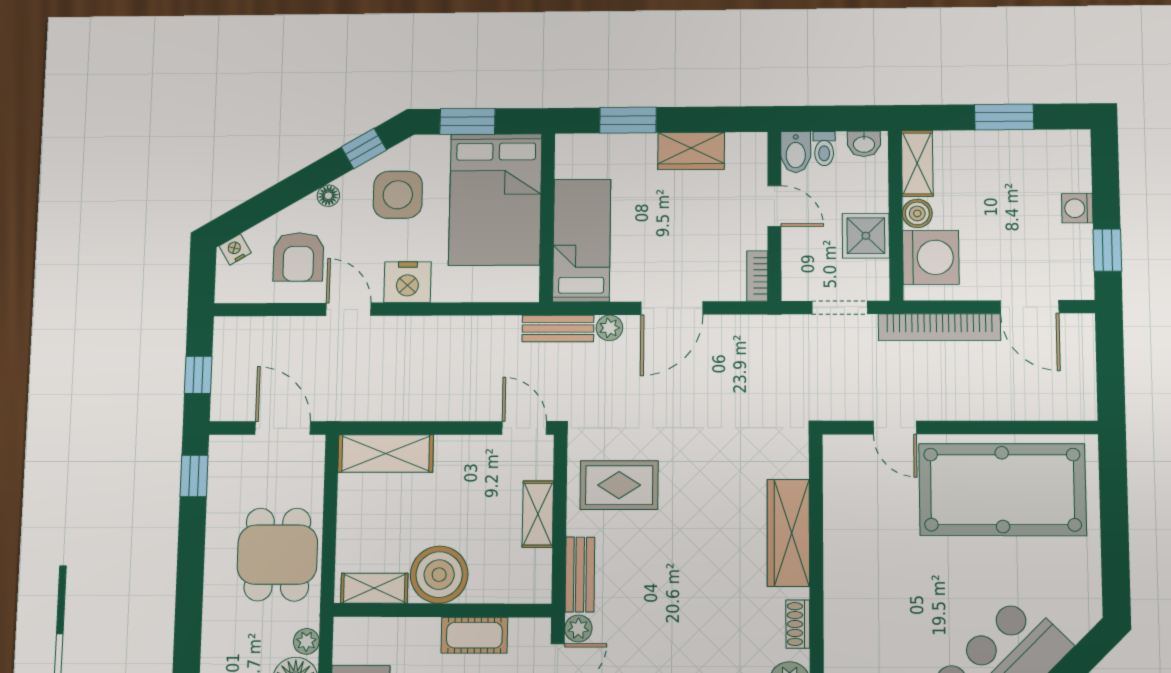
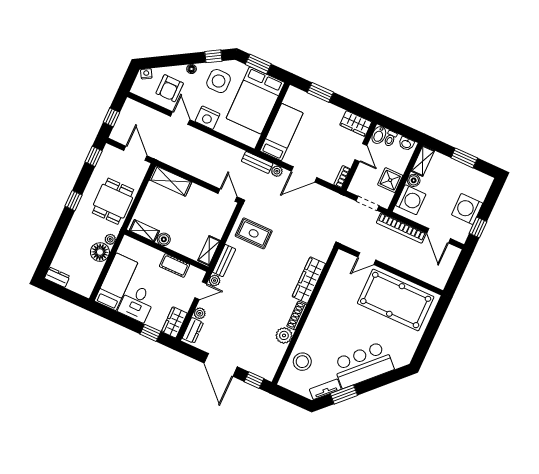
wardrobe: (691, 151) -> (356, 124), moved
washing machine: (1077, 208) -> (467, 209), width x1.89, depth x1.89
door: (895, 428) -> (367, 259), hinge flipped
shelving: (538, 514) -> (209, 251), moved
boiler: (439, 575) -> (164, 239), width x0.54, depth x0.54
window: (189, 592) -> (74, 201), added
shoe rack: (798, 624) -> (297, 316), width x1.43

